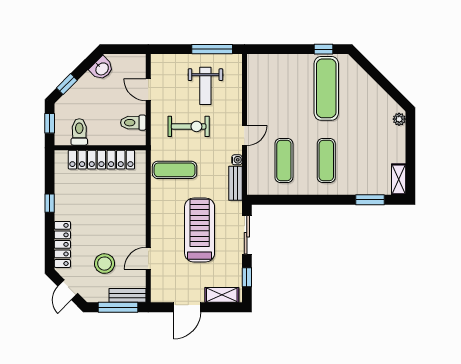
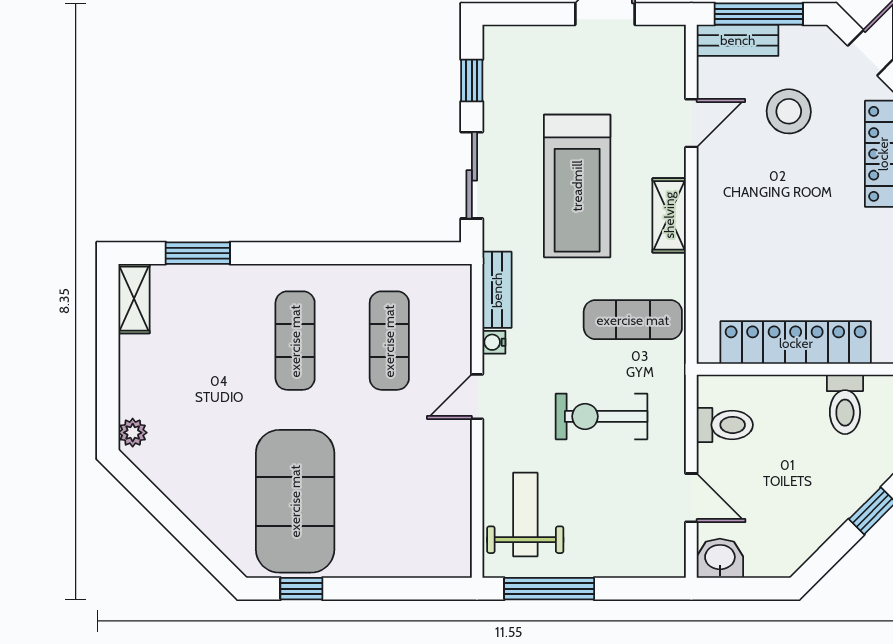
washbasin: (102, 69) -> (720, 558), moved, turned 45
weight bench: (205, 86) -> (525, 515), moved
exercise mat: (326, 88) -> (295, 501), width x1.47
shelving: (222, 295) -> (669, 215), moved, turned 90

